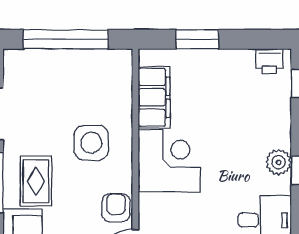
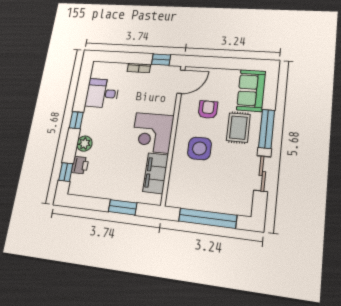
printer: (269, 61) -> (80, 165), moved, turned 90
plant: (279, 162) -> (84, 144), moved
armchair: (116, 208) -> (208, 110), moved, turned 180

